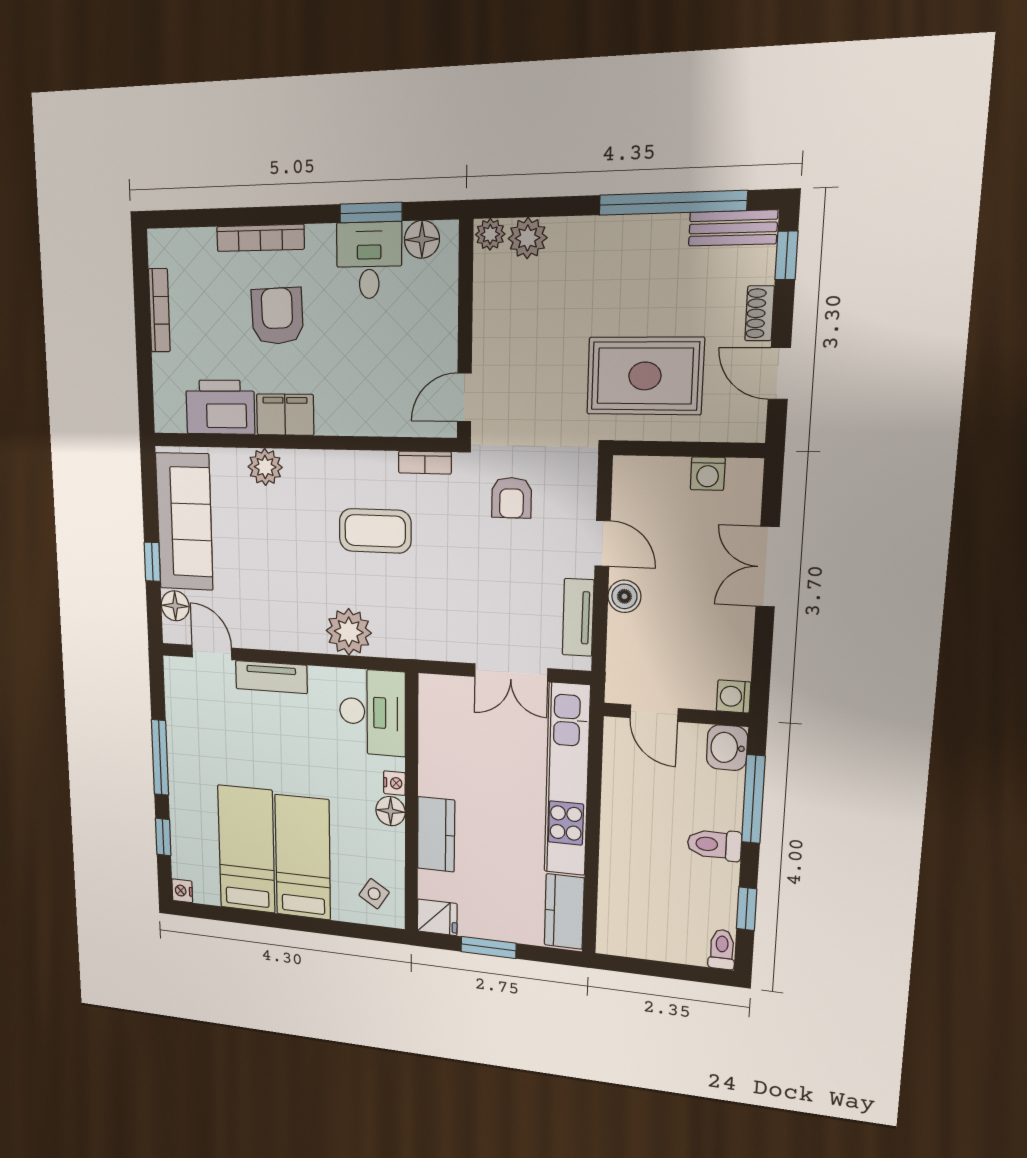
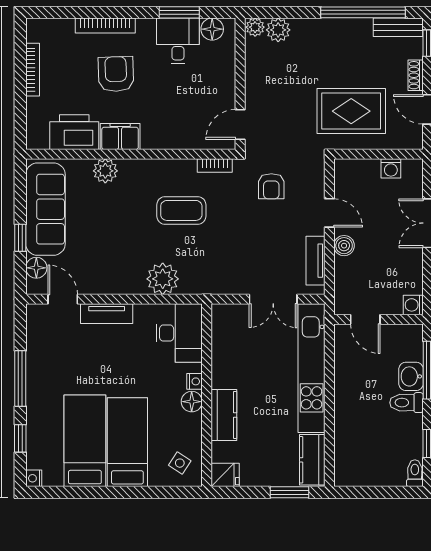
washbasin: (727, 748) -> (411, 376), moved
window: (488, 947) -> (290, 492), moved

